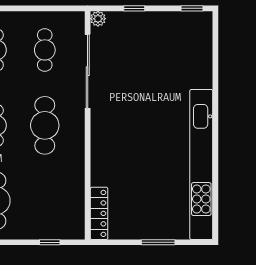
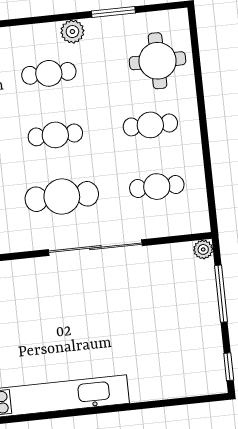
window: (134, 8) -> (221, 294), width x2.17
sliding door: (88, 71) -> (95, 248), moved

